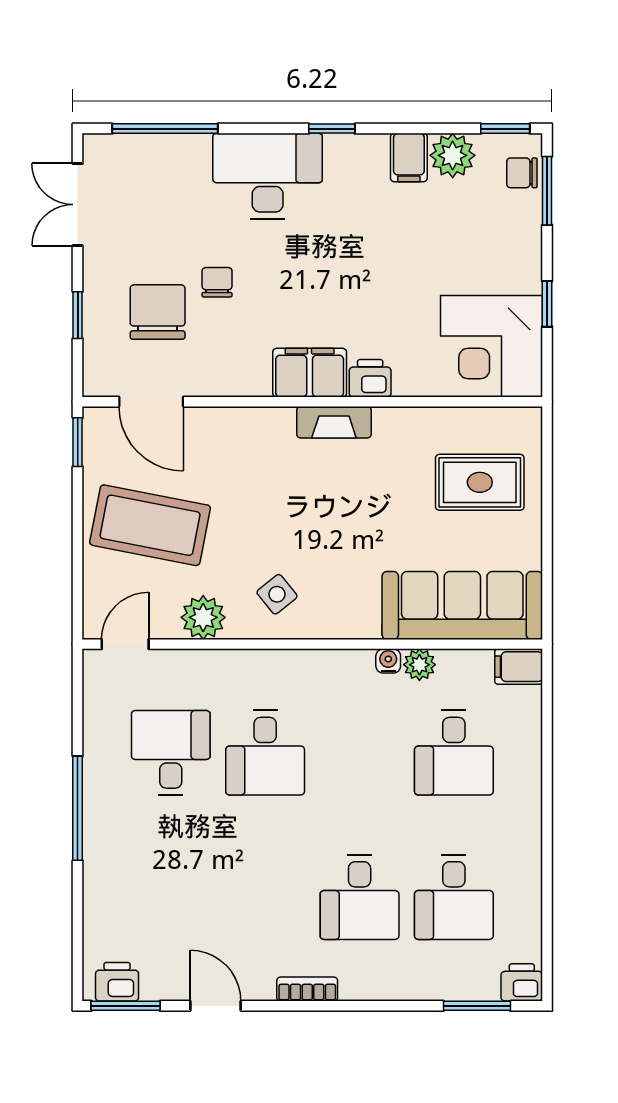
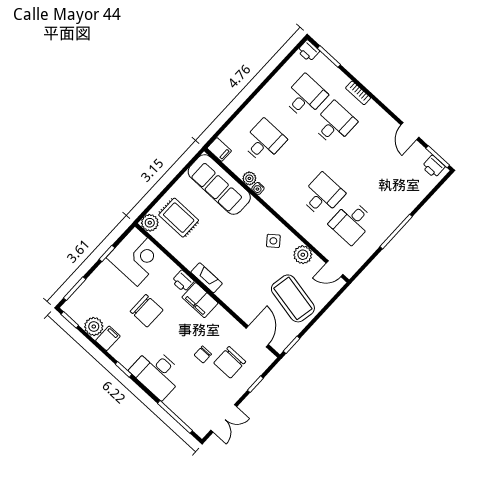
chair: (522, 173) -> (147, 311), moved, width x1.87, depth x1.87
plant: (522, 427) -> (150, 223), added
bookcase: (307, 989) -> (358, 93), moved

